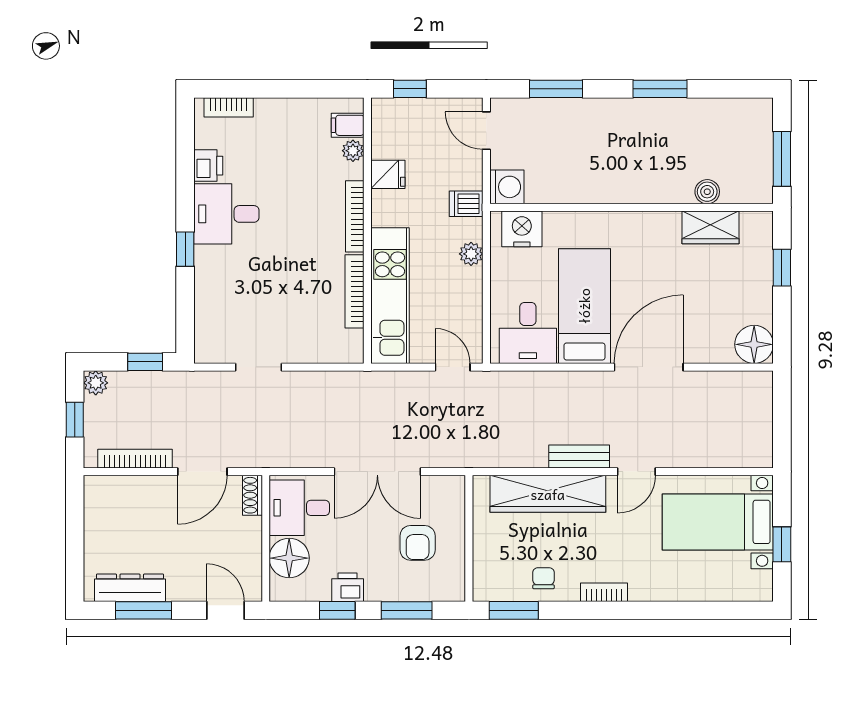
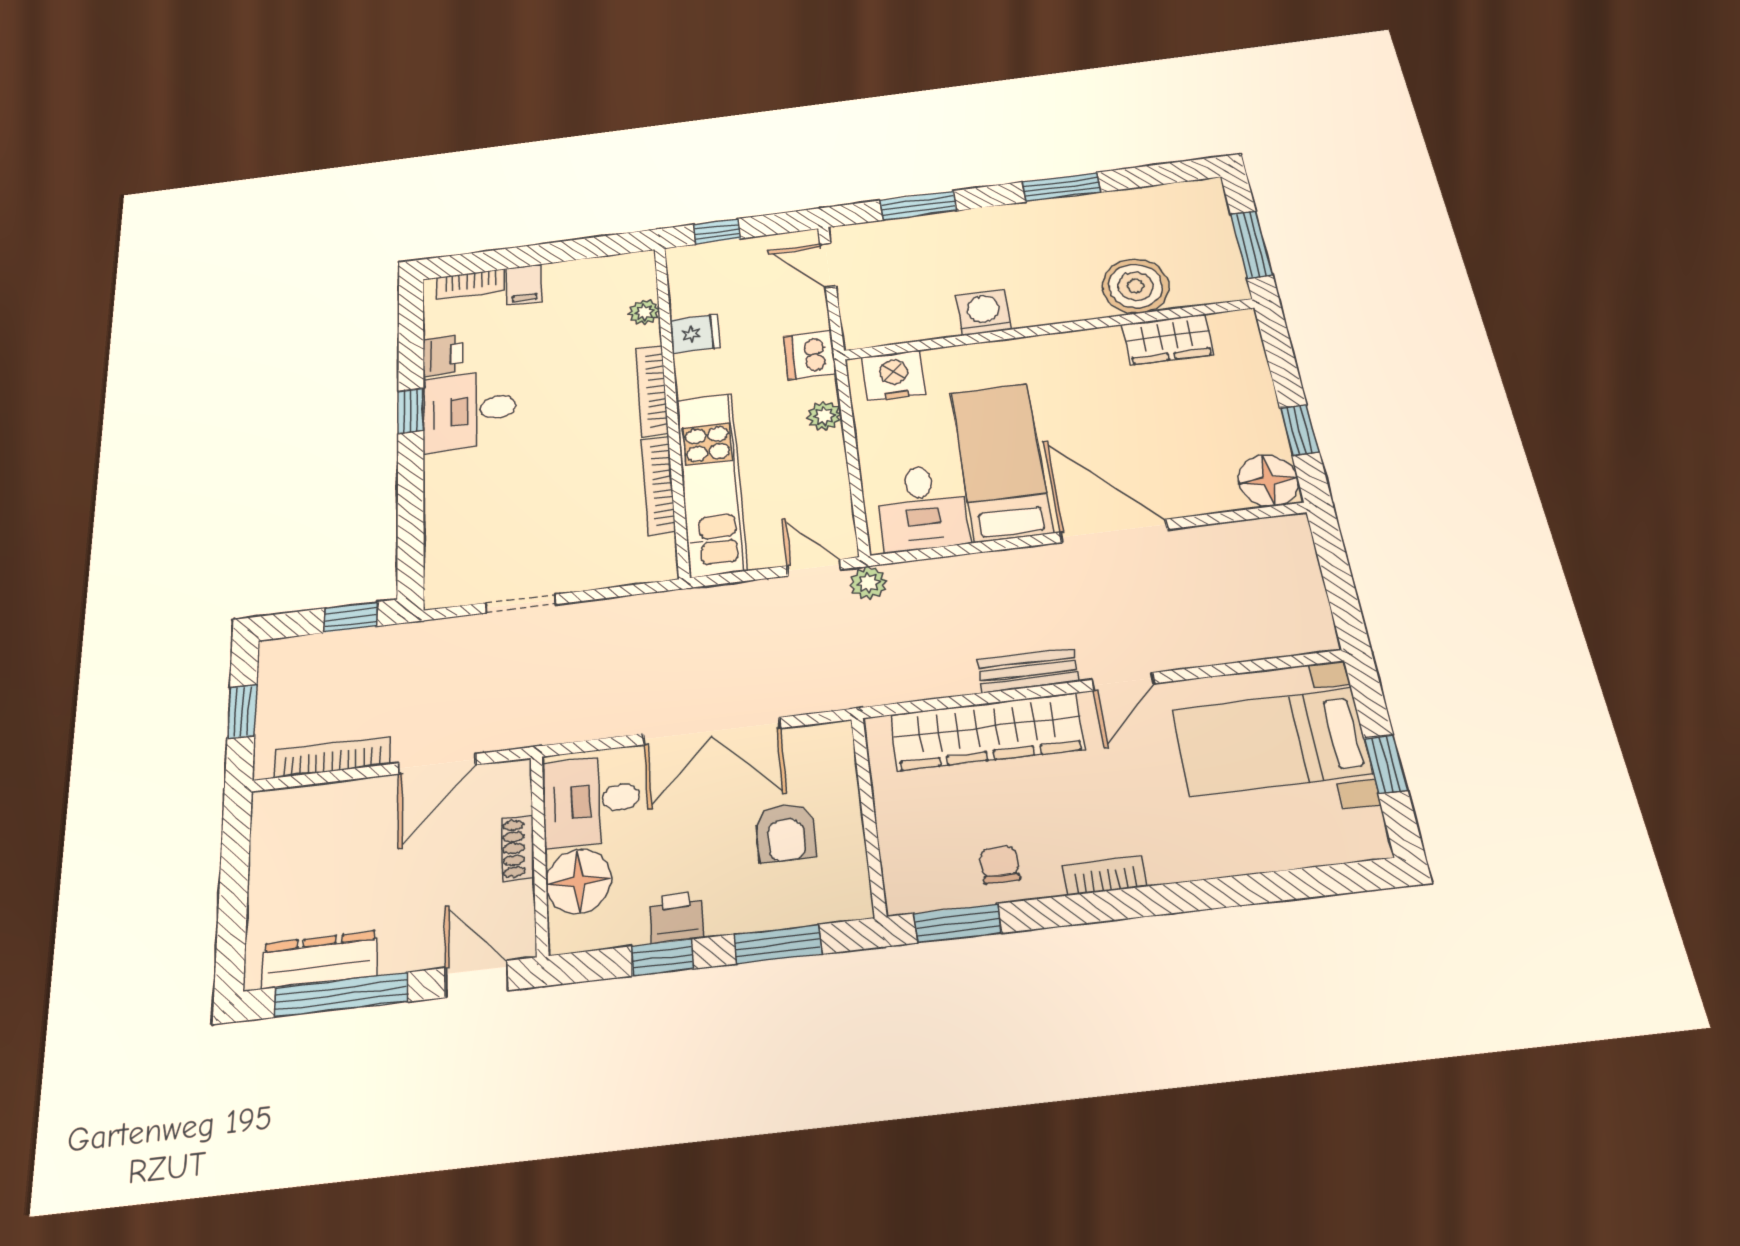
filing cabinet: (348, 125) -> (524, 285), moved, turned -90
washing machine: (507, 187) -> (984, 312), moved, turned -90
boiler: (707, 192) -> (1136, 286), width x1.86, depth x1.86
dishwasher: (466, 204) -> (810, 355), width x1.38
window: (185, 249) -> (411, 410), moved
window: (782, 268) -> (1299, 430), moved
door: (649, 367) -> (1113, 531), hinge flipped
plant: (96, 383) -> (868, 583), moved
shoe rack: (252, 495) -> (518, 848), moved
window: (143, 610) -> (341, 995), width x1.44

